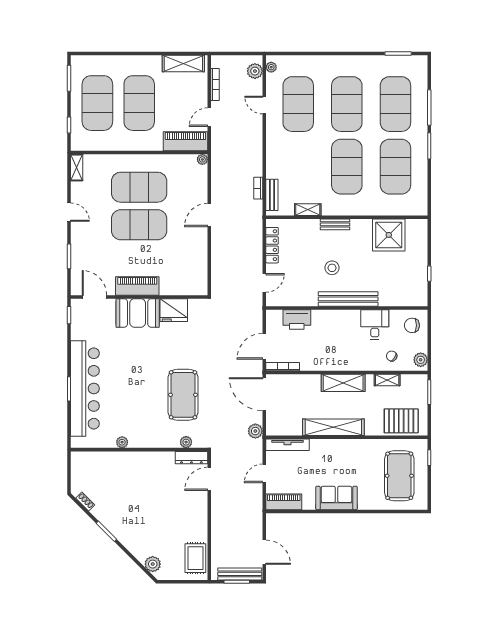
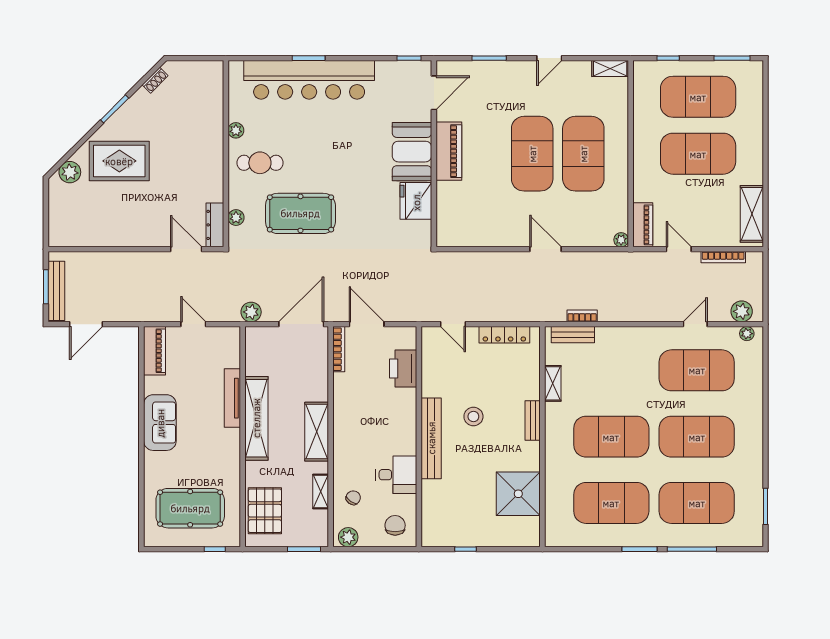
piano: (185, 141) -> (643, 225), width x0.73, depth x0.75
cafe table: (146, 425) -> (260, 163), added
tv unit: (288, 445) -> (232, 398), moved
rug: (195, 558) -> (119, 161), moved, width x1.36, depth x1.43

